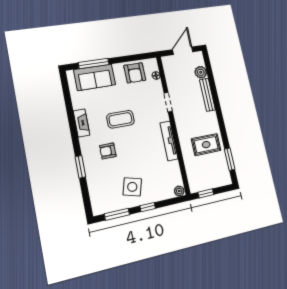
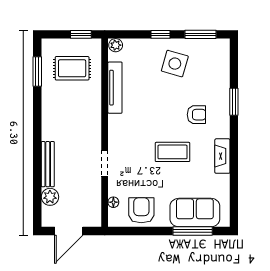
tv unit: (169, 141) -> (115, 88), moved
rug: (206, 145) -> (72, 68), moved

